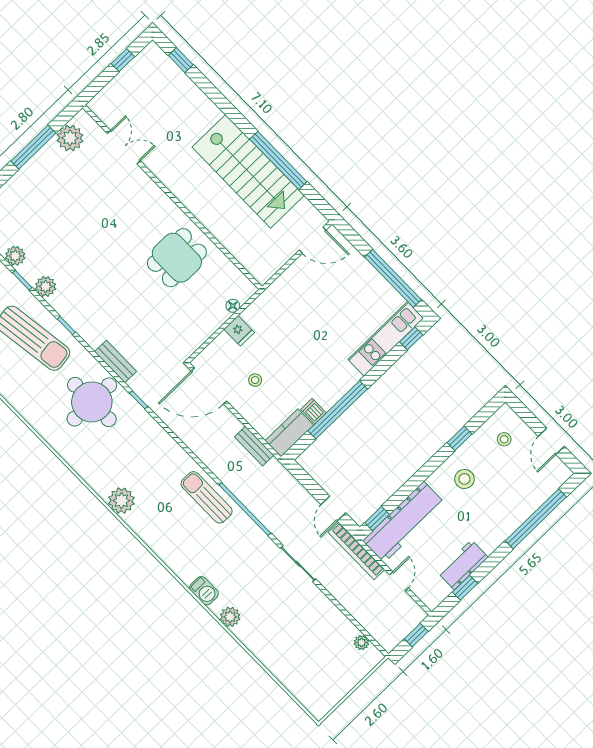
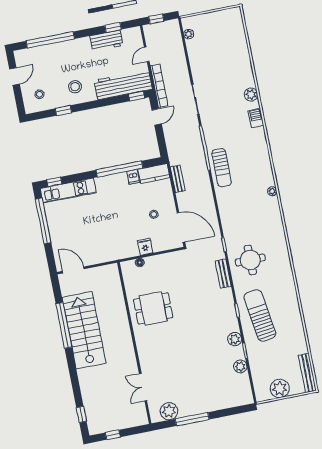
round table: (92, 402) -> (250, 260), width x0.73, depth x0.73
plant: (121, 501) -> (272, 191), width x0.53, depth x0.53

